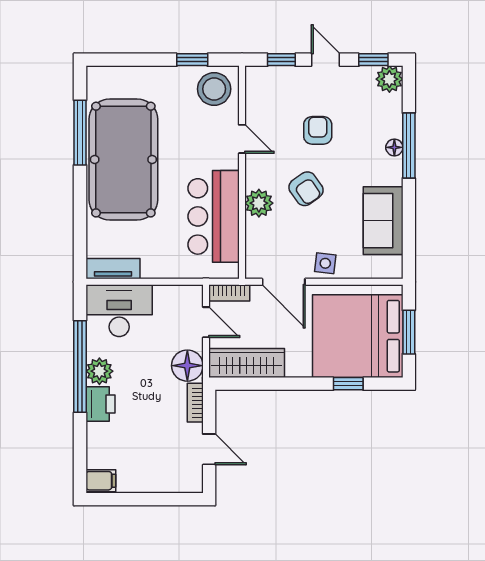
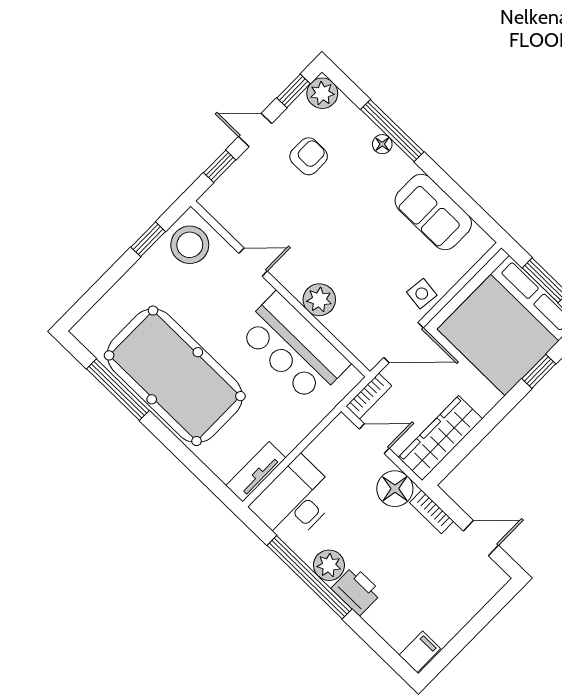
armchair: (318, 130) -> (309, 156), moved, turned 90
armchair: (306, 189) -> (345, 250), removed

